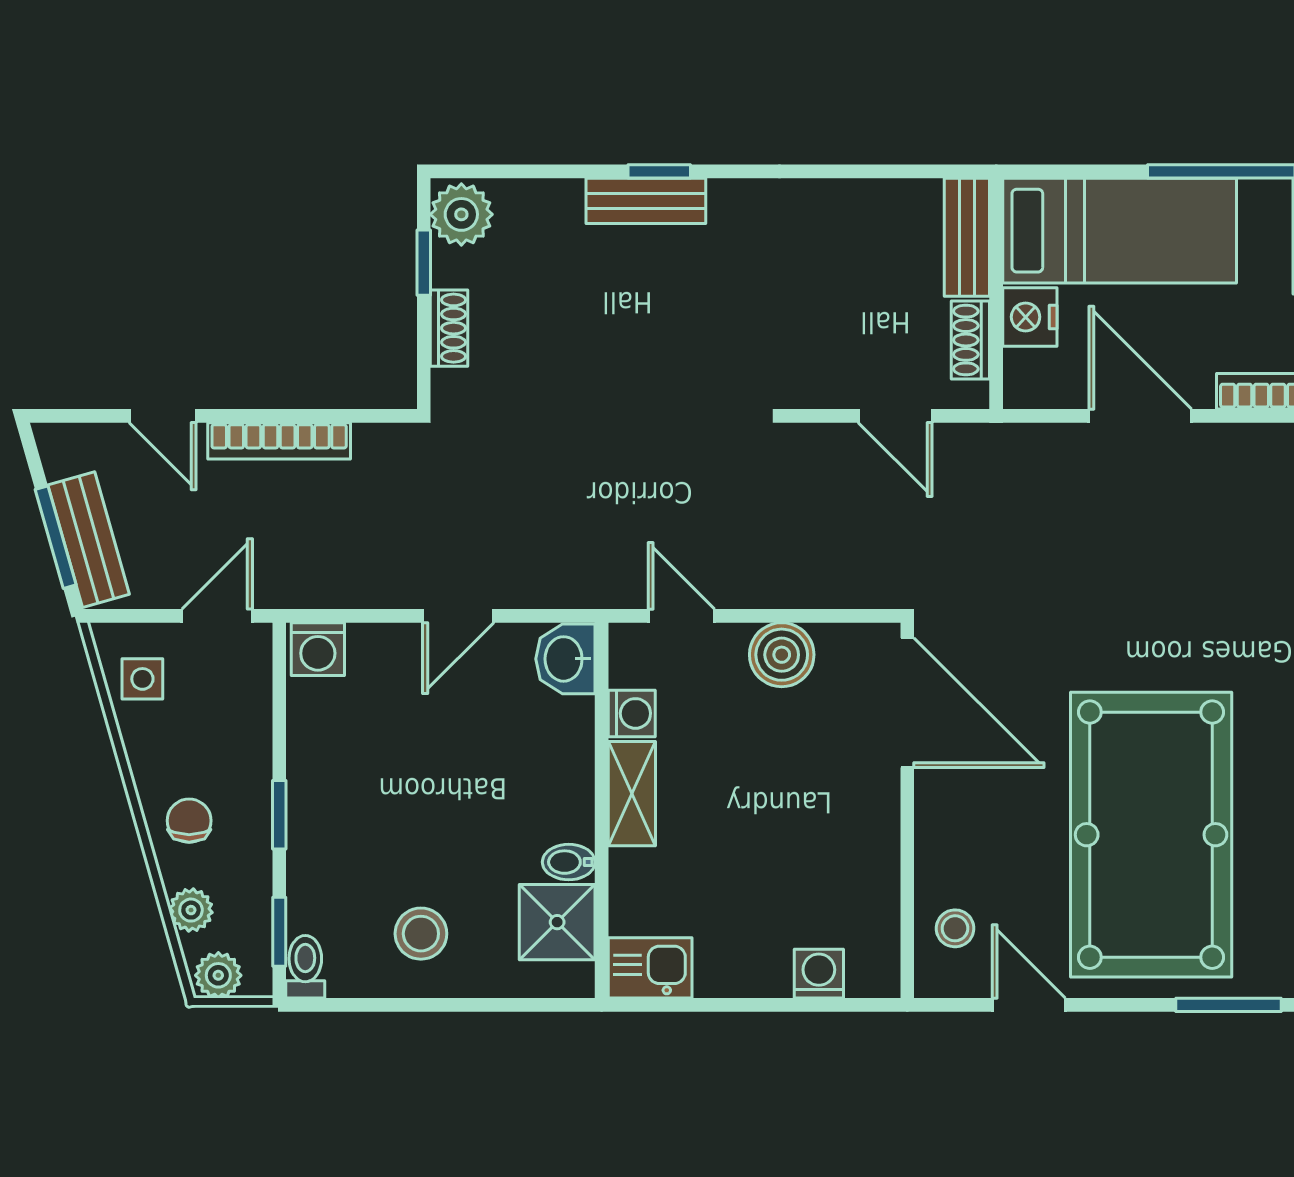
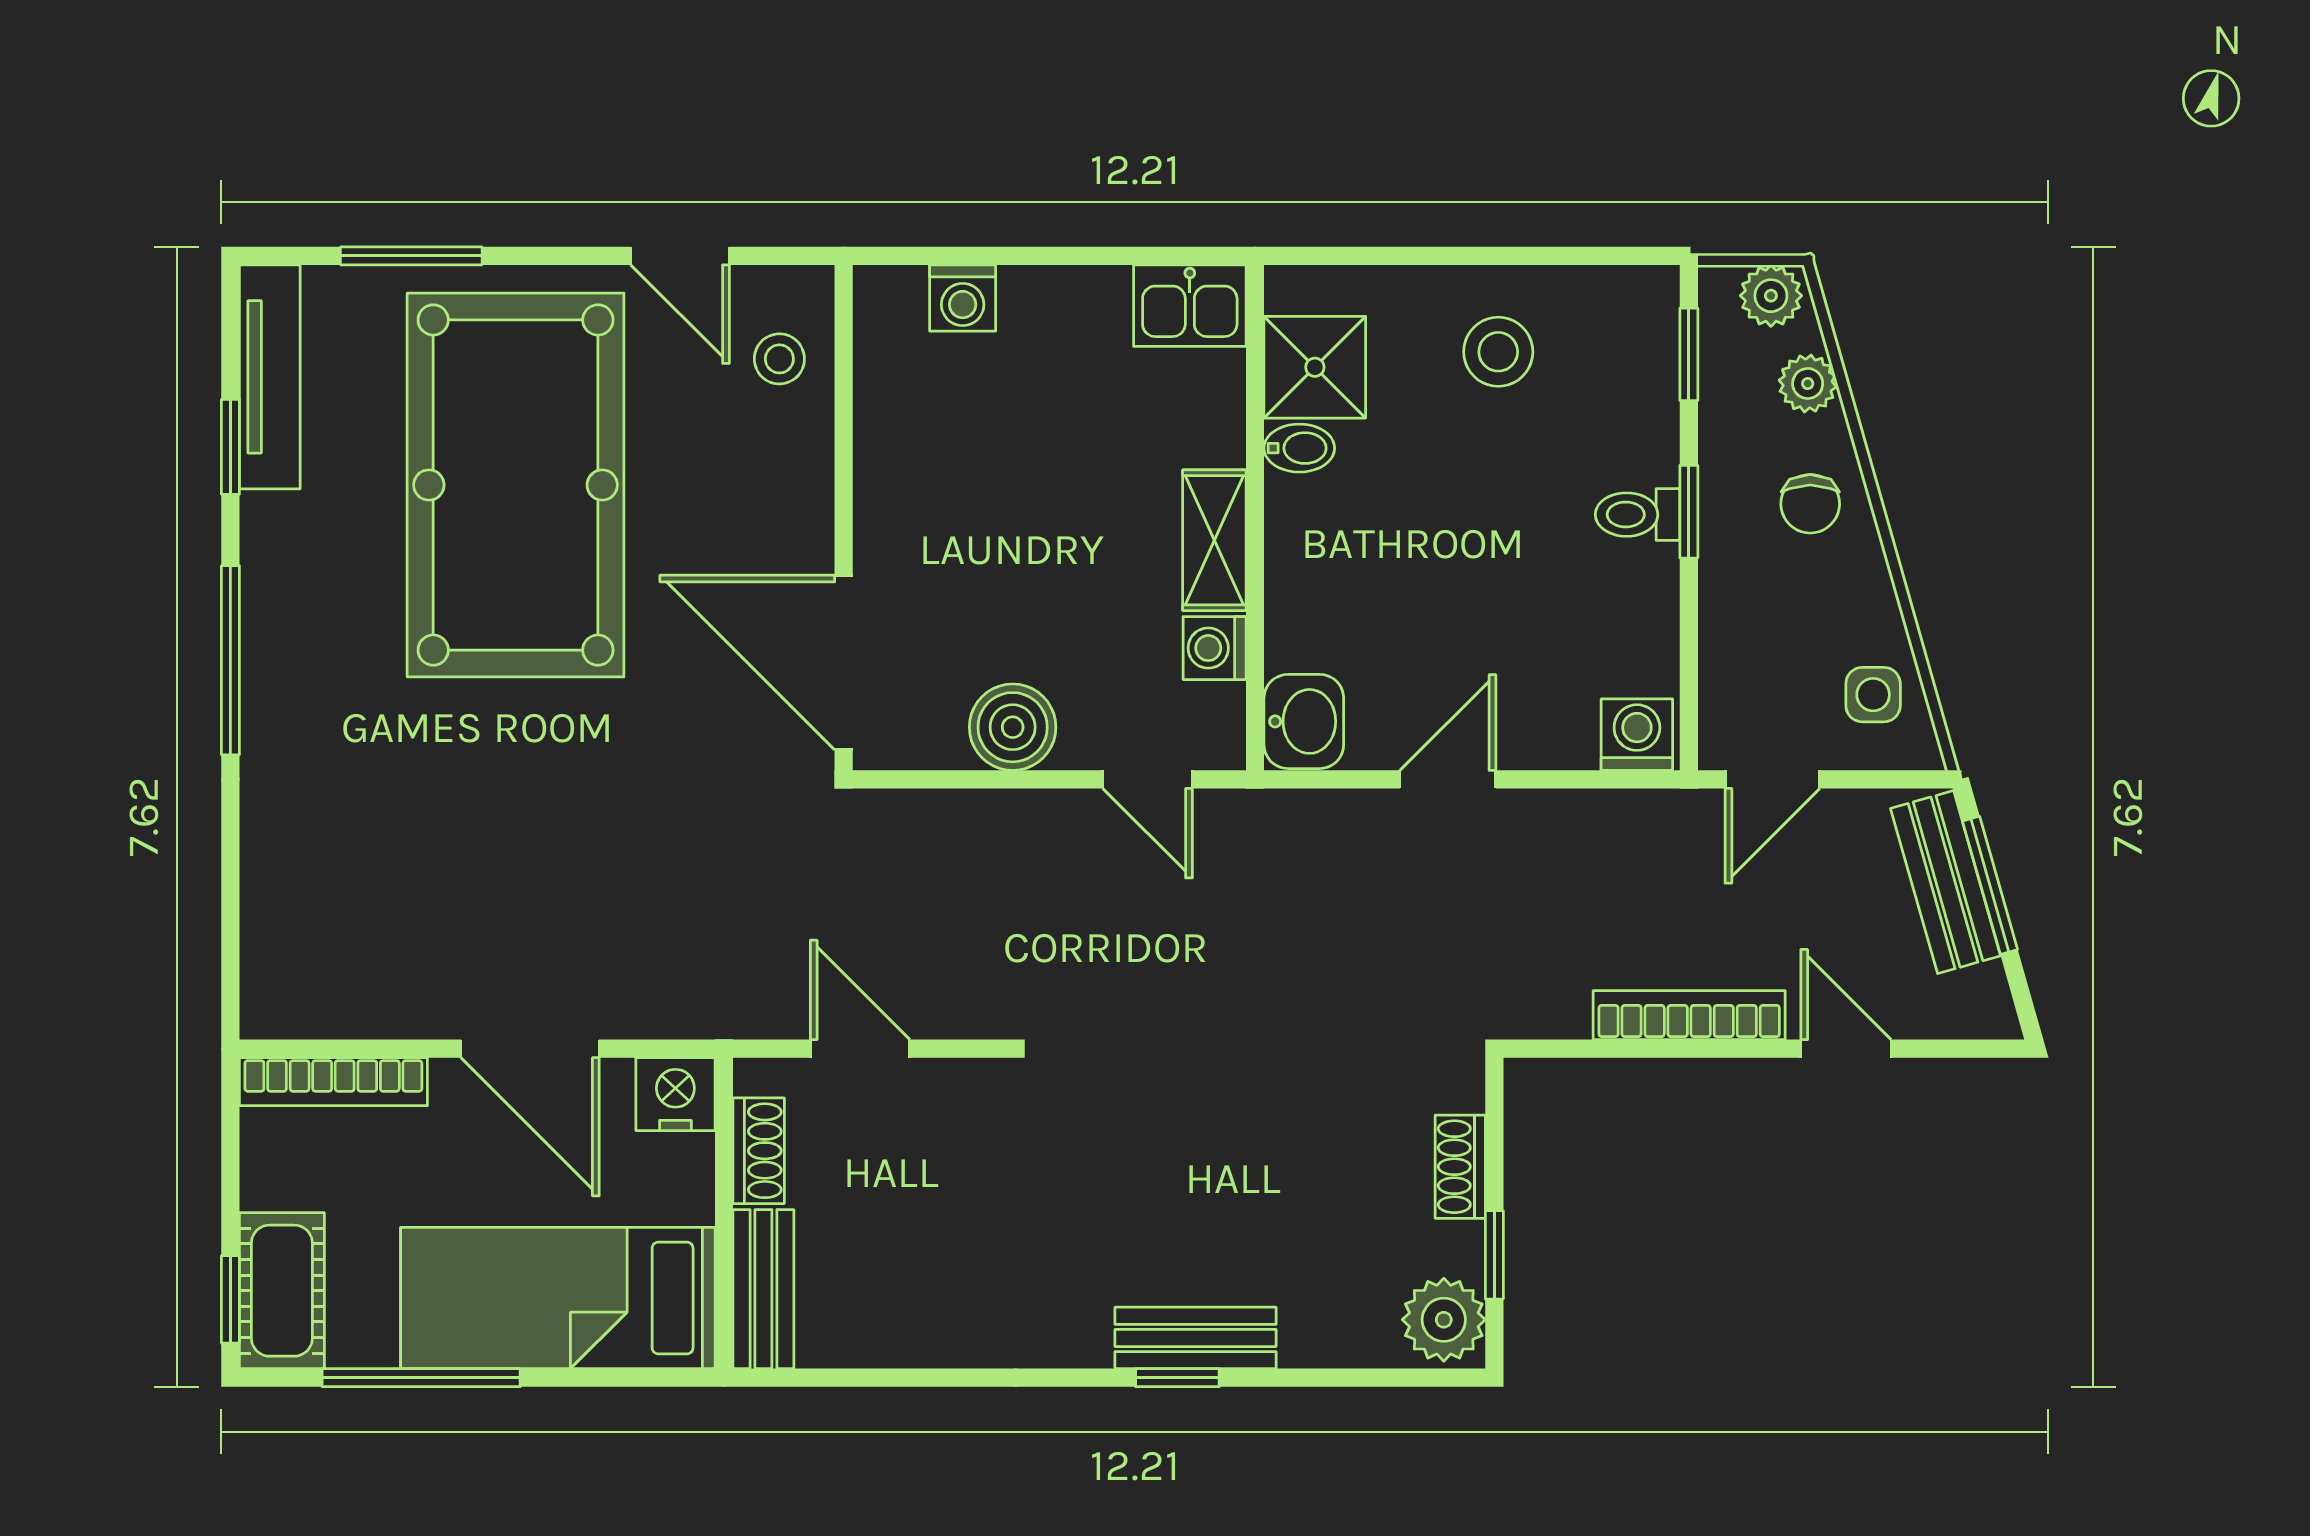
nightstand: (1030, 317) -> (675, 1094), moved, turned -90
toilet: (305, 967) -> (1638, 515), moved, turned 90

